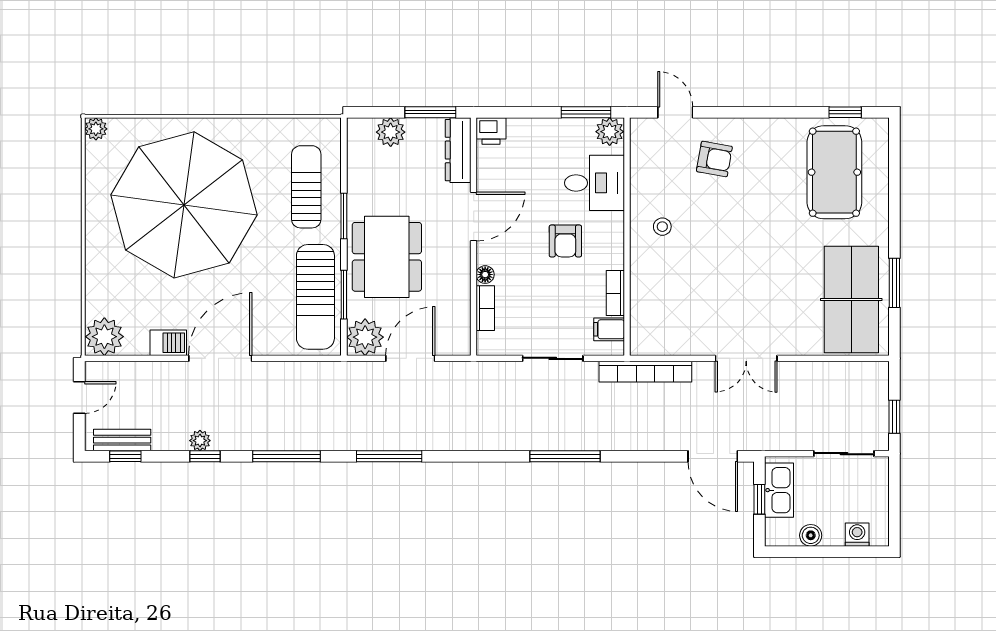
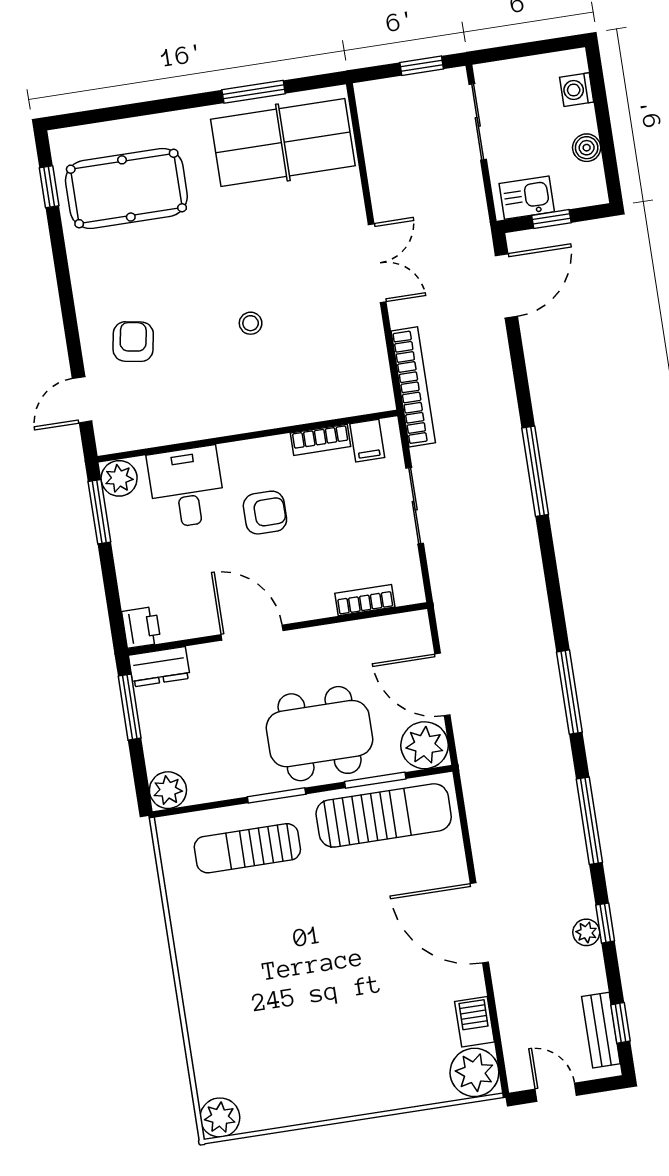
plant: (96, 129) -> (220, 1117), width x1.38, depth x1.38
plant: (391, 132) -> (168, 790), moved
dresser: (458, 150) -> (159, 667), width x0.70
parasol: (184, 205) -> (294, 998), removed
stool: (662, 227) -> (251, 323), moved
floor lamp: (485, 275) -> (323, 607), removed
barbecue: (168, 343) -> (475, 1022), moved
kitchen sink: (779, 490) -> (527, 198), width x0.73

